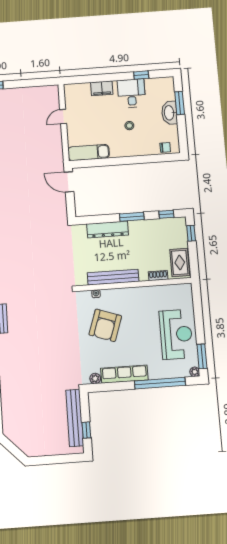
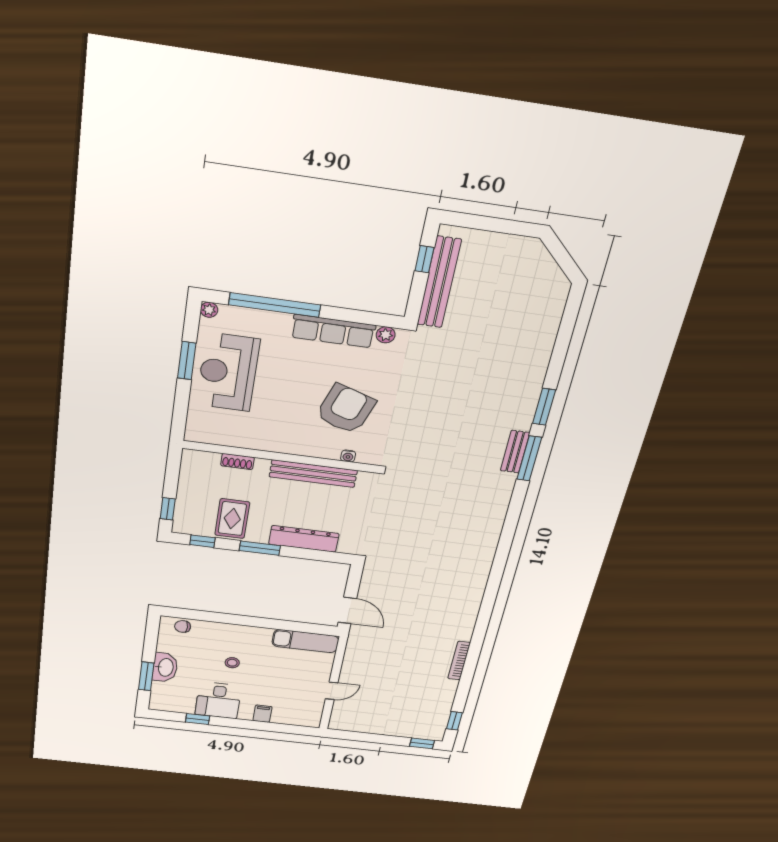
filing cabinet: (102, 88) -> (262, 714), width x0.50
rug: (180, 262) -> (232, 519), moved
window: (202, 356) -> (187, 361), moved

